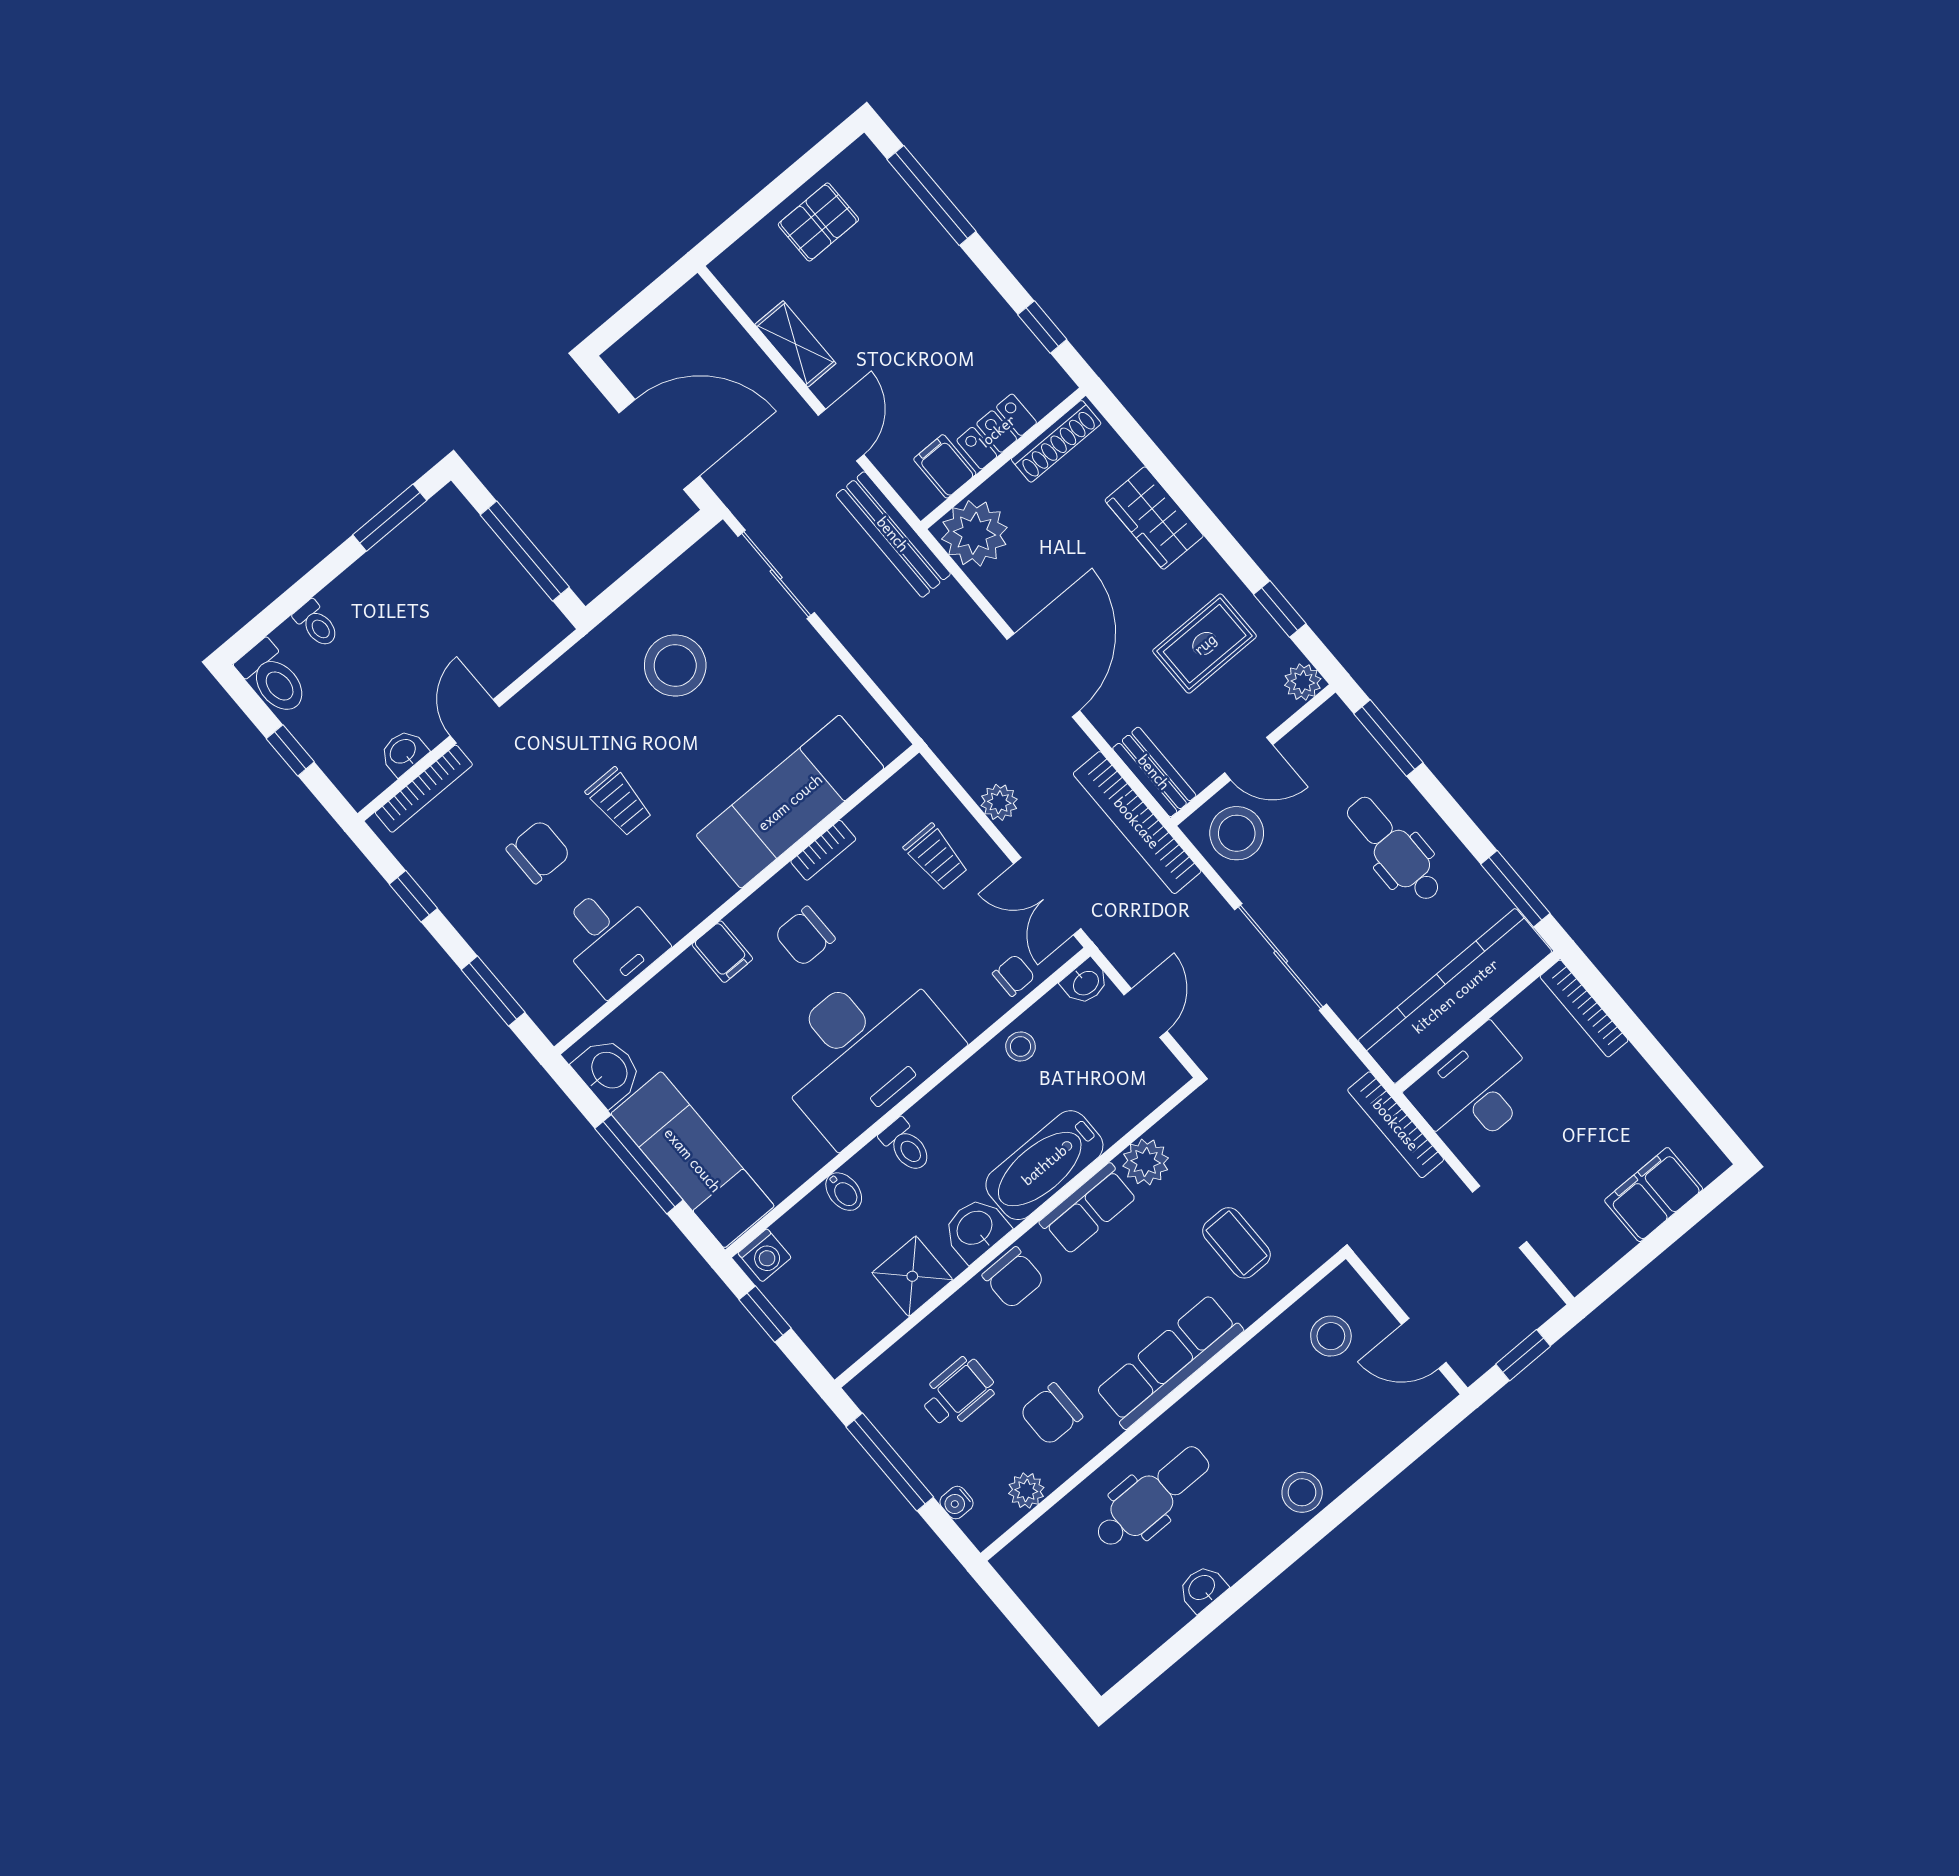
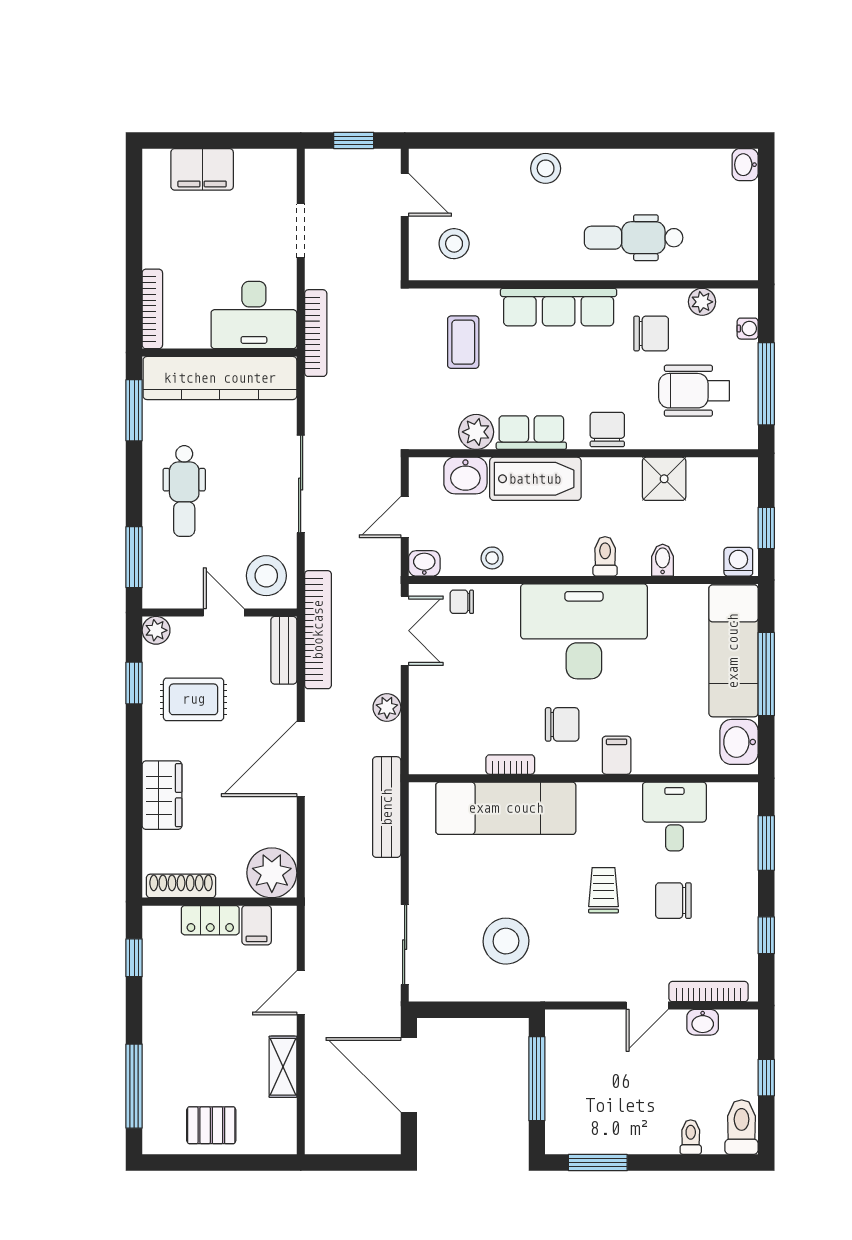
bench: (893, 534) -> (387, 807), moved
trolley: (936, 857) -> (449, 706), removed
washbasin: (975, 1229) -> (465, 476), moved
wheelchair: (958, 1392) -> (694, 391), width x1.36, depth x1.37
washbasin: (1202, 1588) -> (745, 165), moved, turned 90

